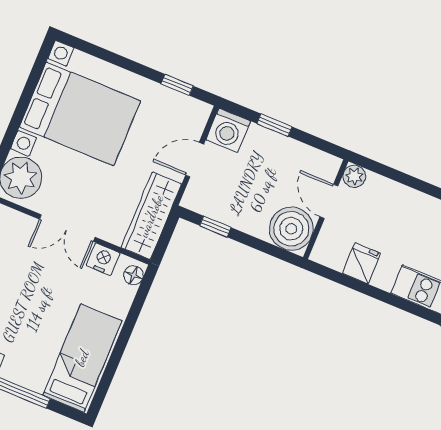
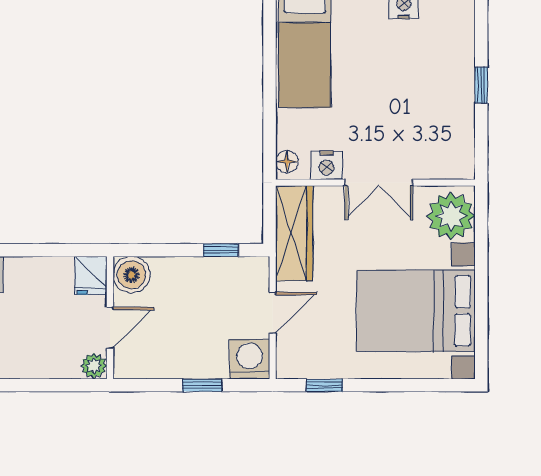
door: (329, 201) -> (110, 328), hinge flipped
double door: (67, 228) -> (379, 183), swing flipped
boiler: (291, 229) -> (131, 275), width x0.73, depth x0.73
fridge: (361, 263) -> (91, 276), moved

